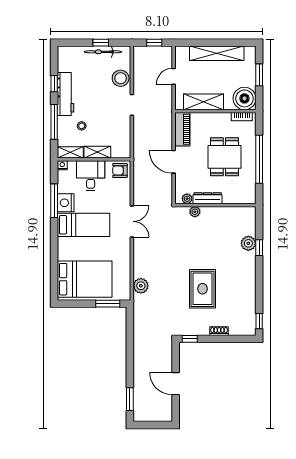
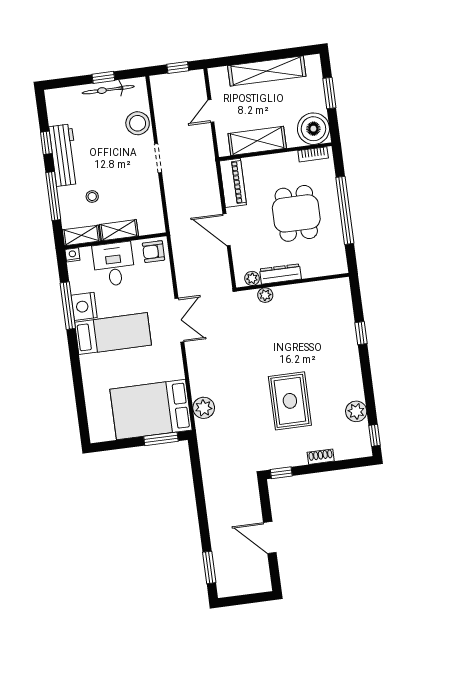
plant: (248, 243) -> (356, 411), moved
bed: (85, 279) -> (151, 410), moved, turned 180

